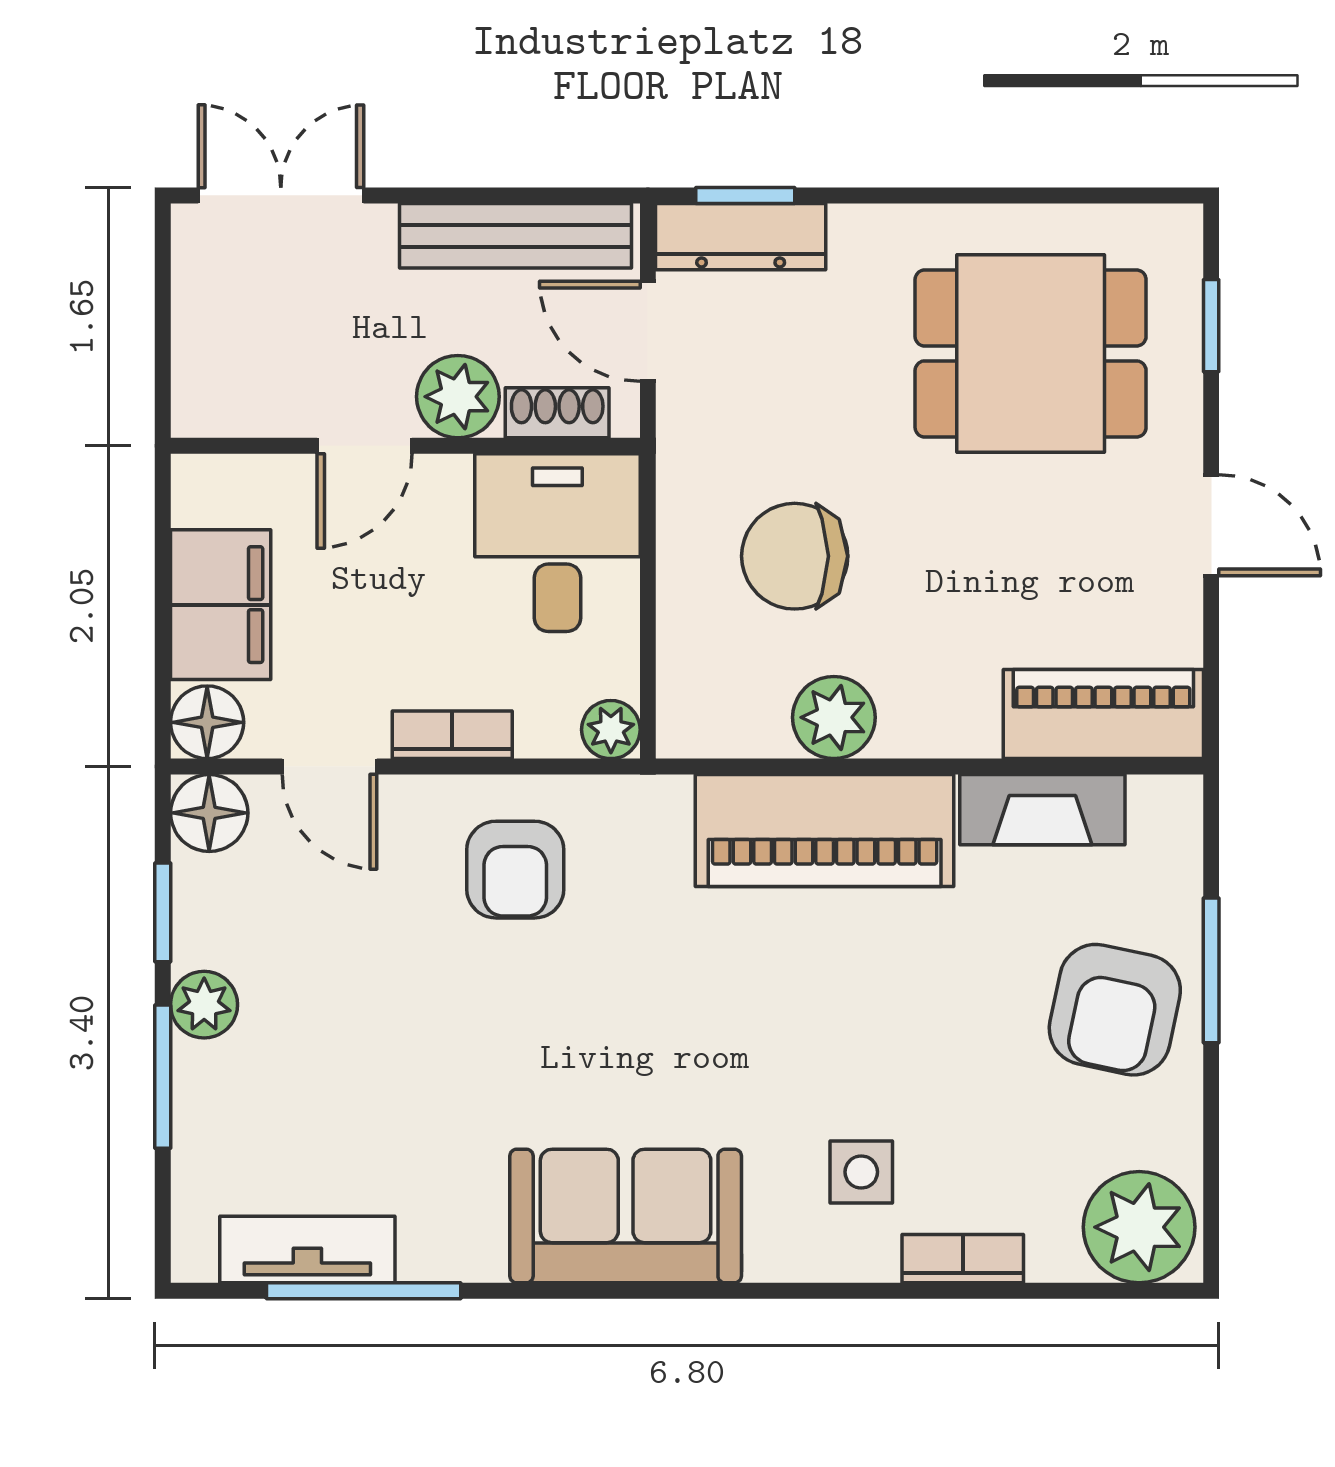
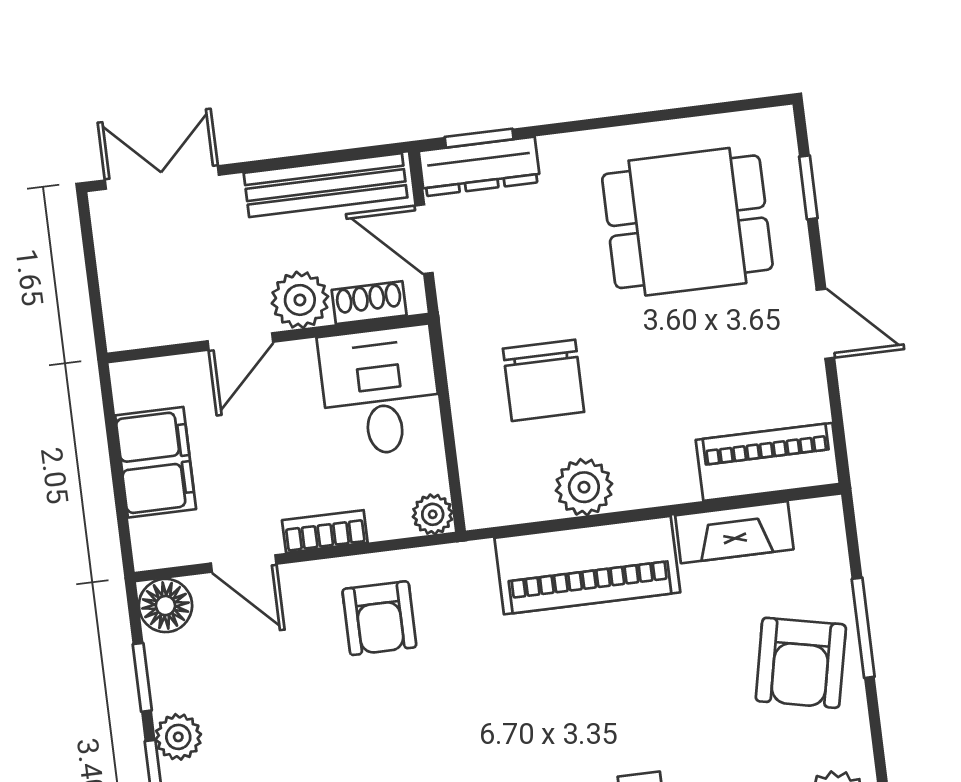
chair: (795, 556) -> (544, 380), turned -90
floor lamp: (207, 722) -> (156, 544), removed

